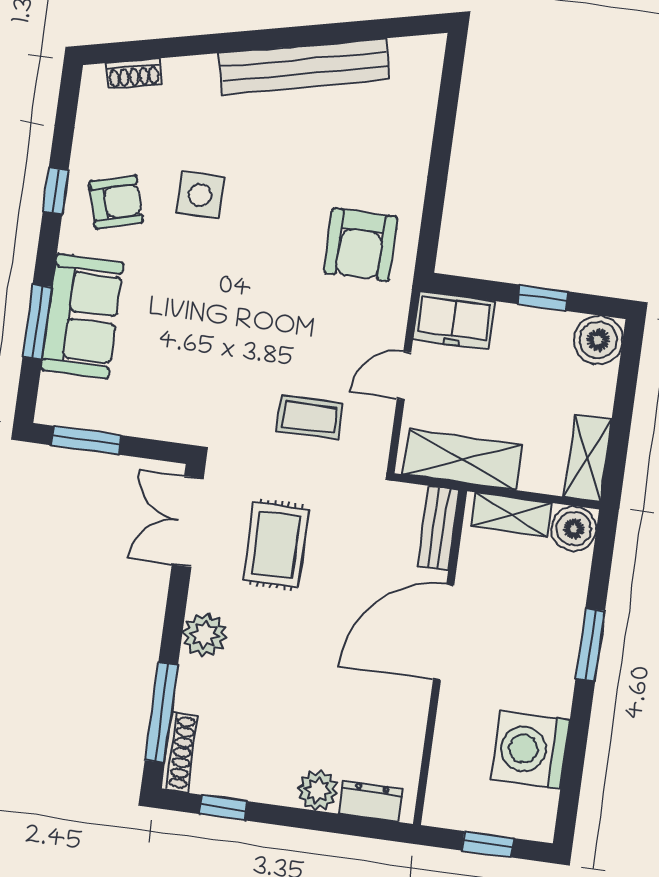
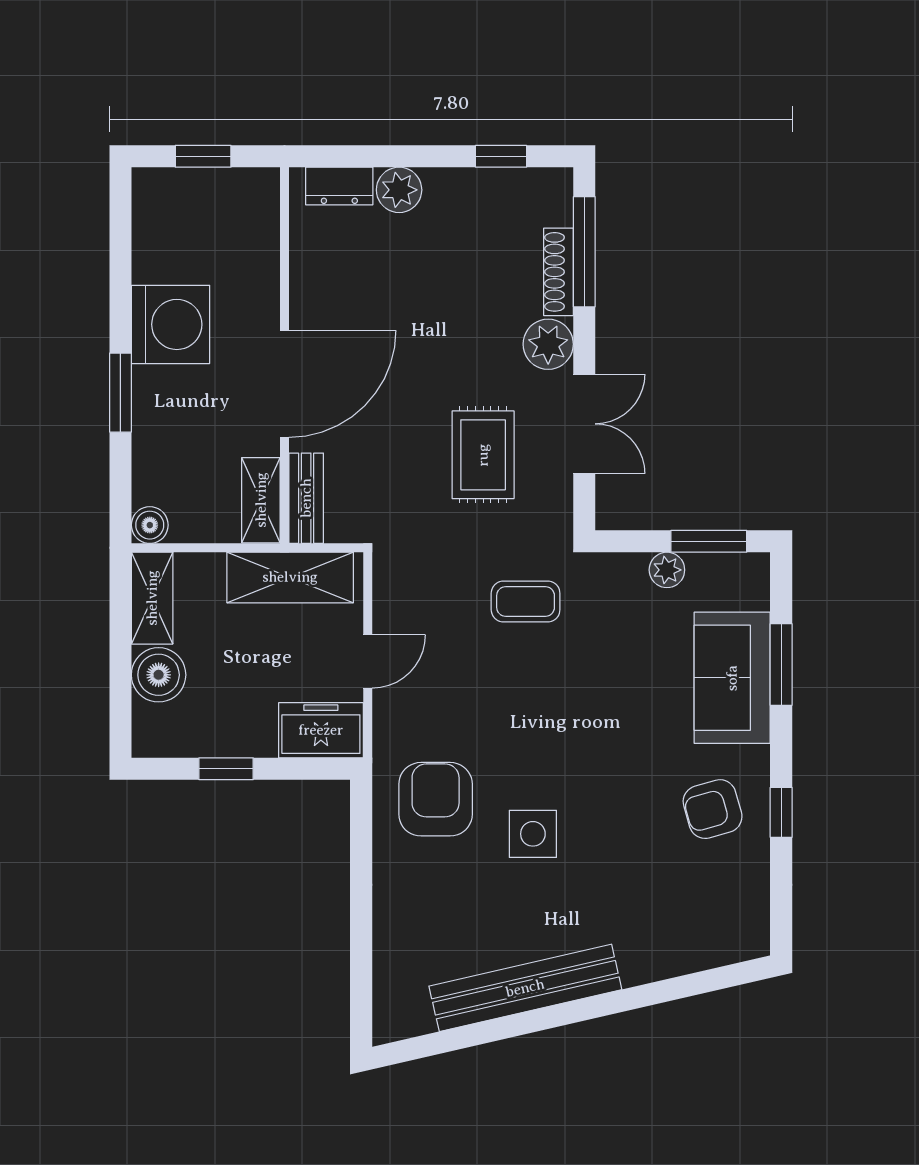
shoe rack: (134, 74) -> (713, 954), removed
side table: (200, 195) -> (533, 834), moved
boiler: (598, 340) -> (159, 675), moved
coffee table: (310, 417) -> (526, 601), moved
plant: (127, 420) -> (667, 570), added
shelving: (511, 515) -> (261, 500), moved, turned 90
double door: (188, 521) -> (584, 424), moved
boiler: (574, 529) -> (150, 525), width x0.73, depth x0.73
washing machine: (530, 750) -> (171, 324), moved
shoe rack: (179, 752) -> (558, 272), moved

